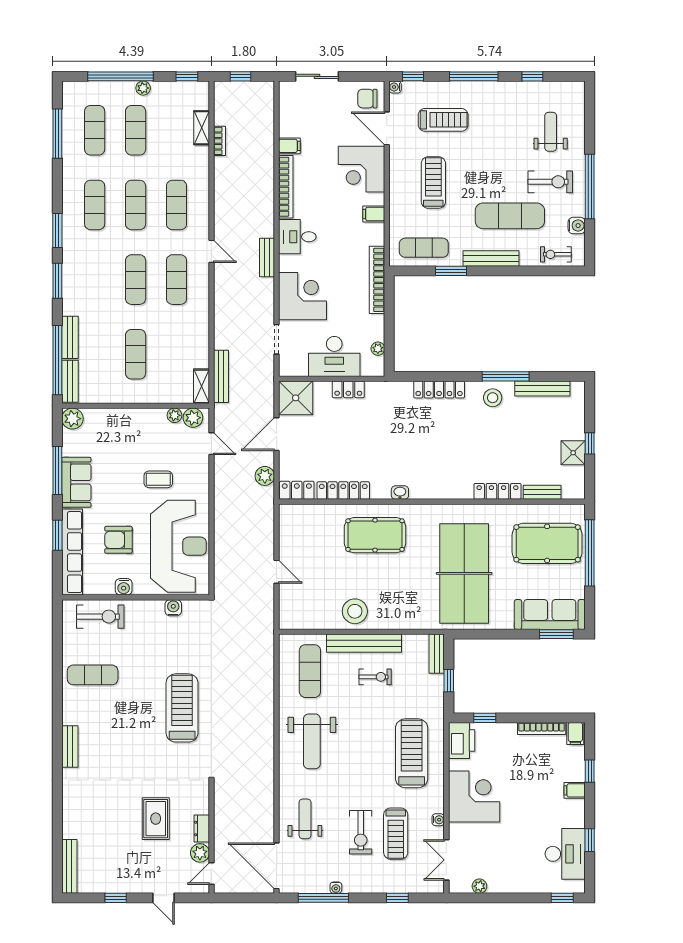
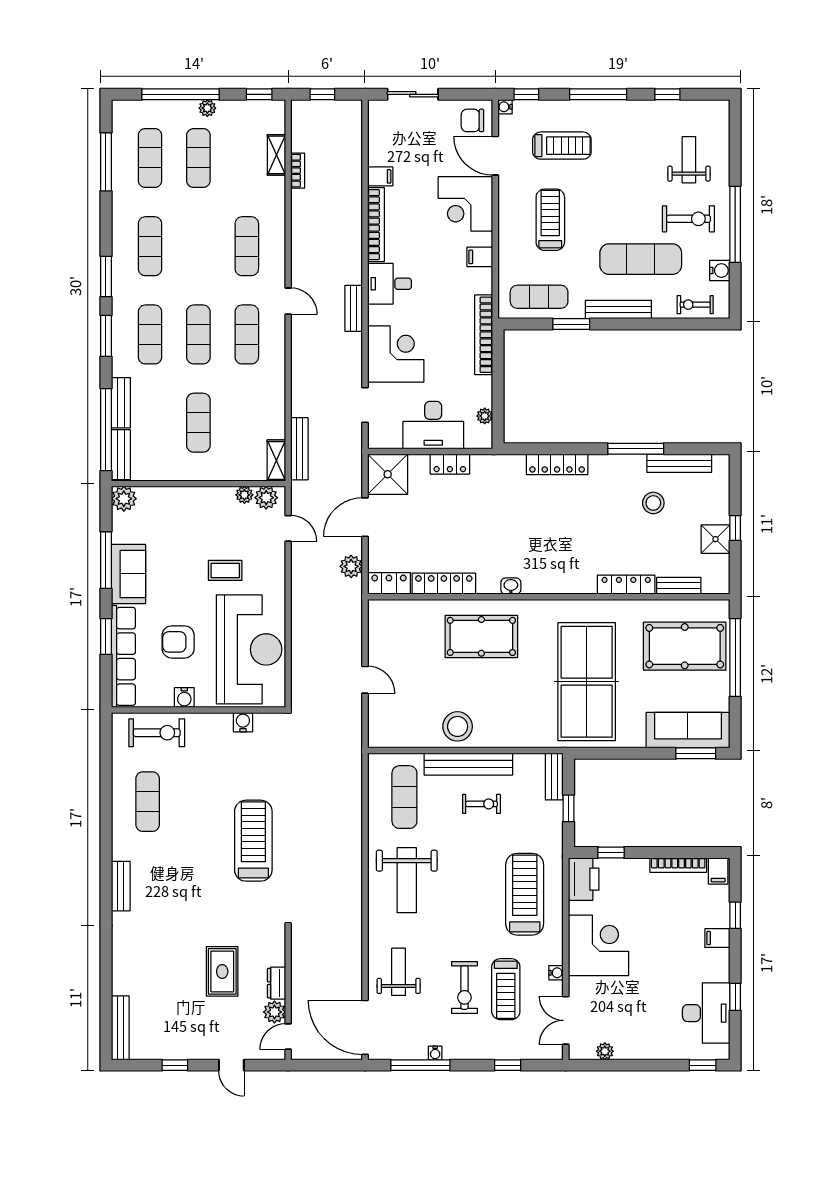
exercise mat: (136, 205) -> (150, 334), moved
stool: (493, 398) -> (653, 503), moved
exercise mat: (93, 675) -> (148, 802), turned 90

